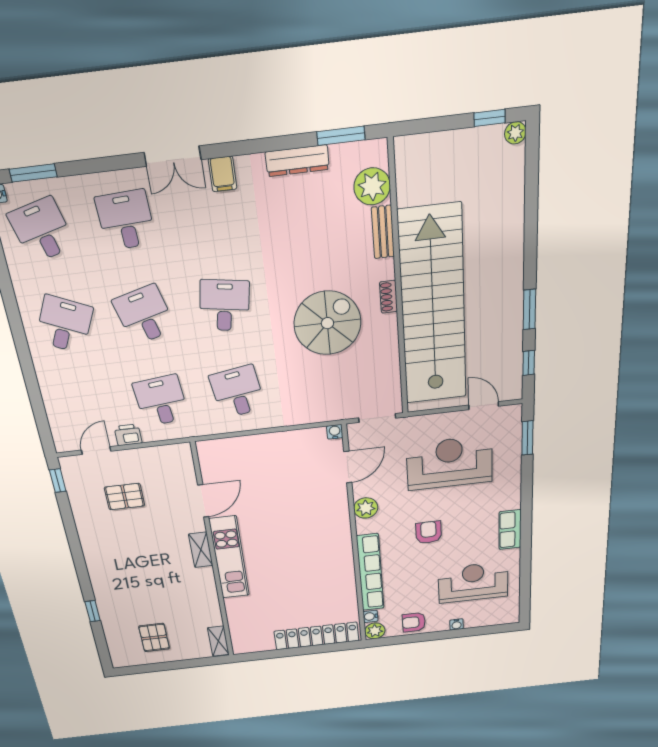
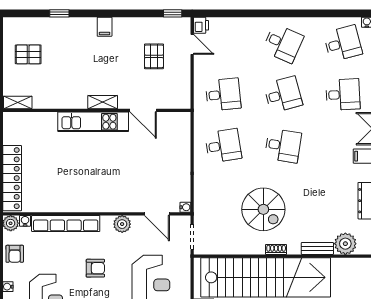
printer: (128, 435) -> (201, 25), moved
filing cabinet: (97, 559) -> (105, 27), added
armchair: (414, 622) -> (15, 254), turned 180

